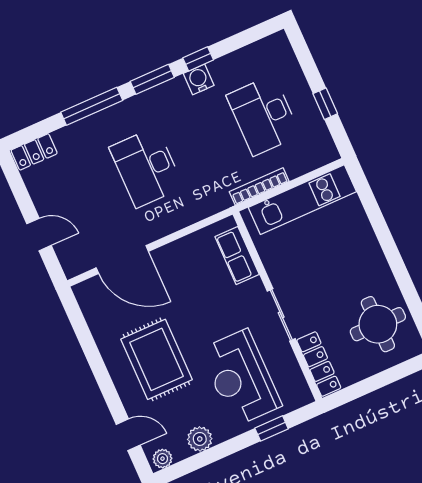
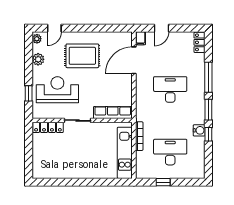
row of seats: (237, 256) -> (113, 112), width x1.48
filing cabinet: (75, 265) -> (141, 38), added
round table: (378, 324) -> (54, 162), removed

